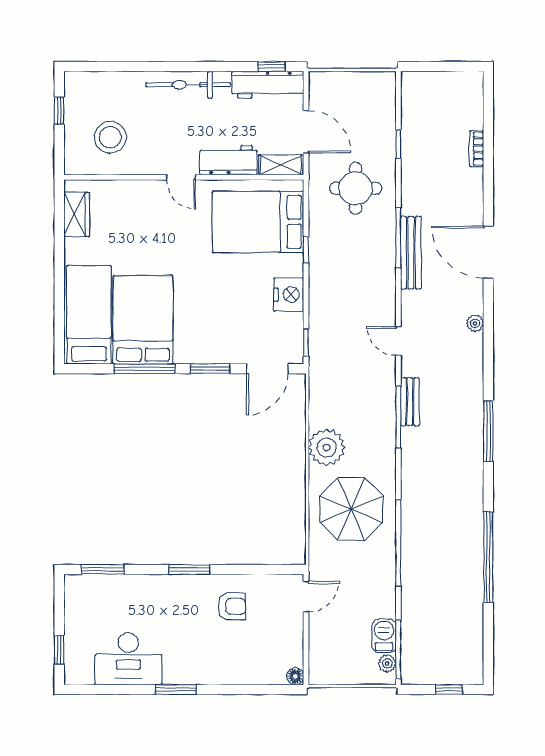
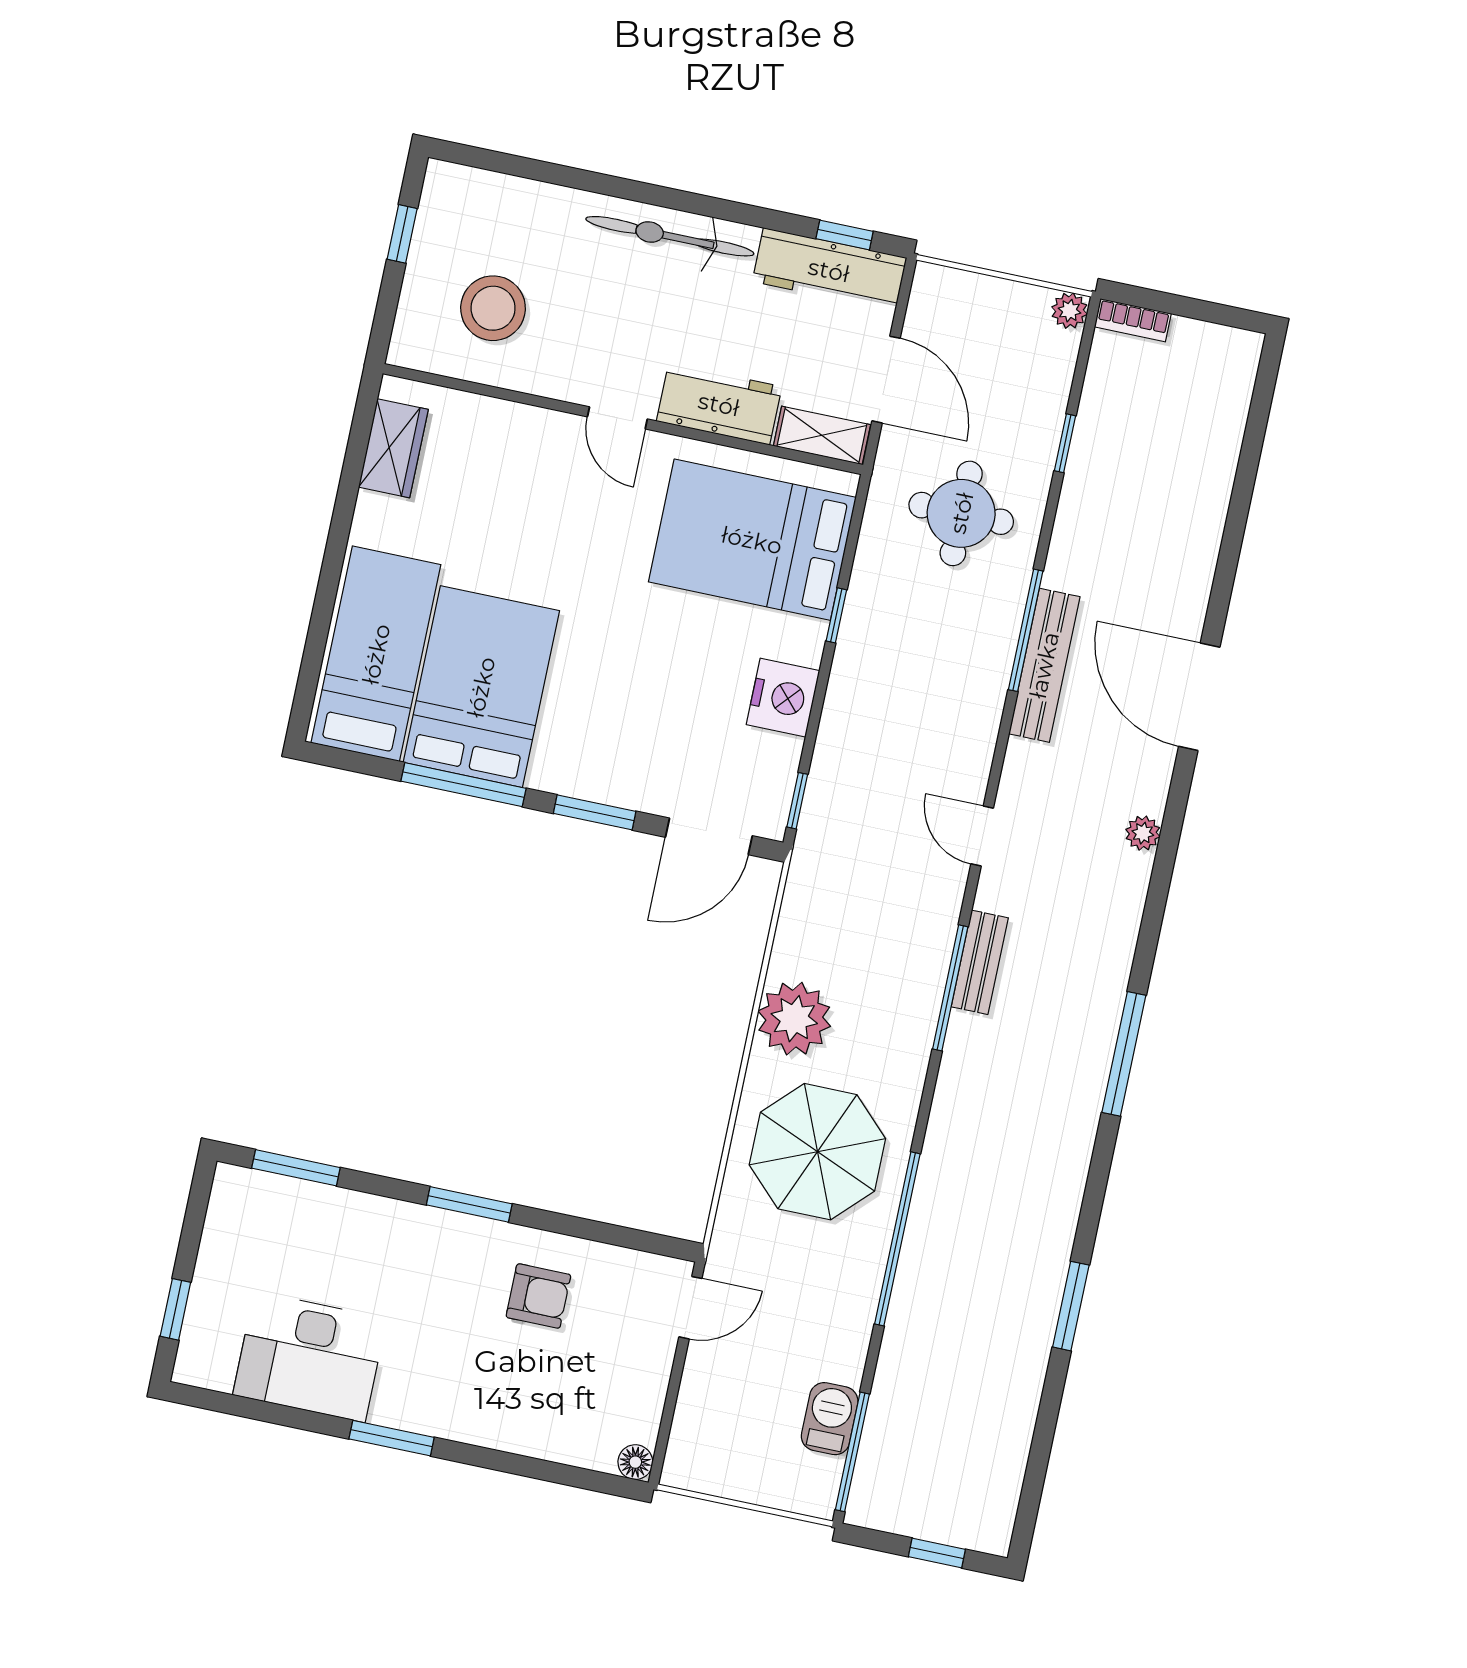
bookcase: (477, 149) -> (1133, 320), moved, turned -90
window: (488, 557) -> (1071, 1306), width x0.47
plant: (387, 664) -> (1070, 311), moved

